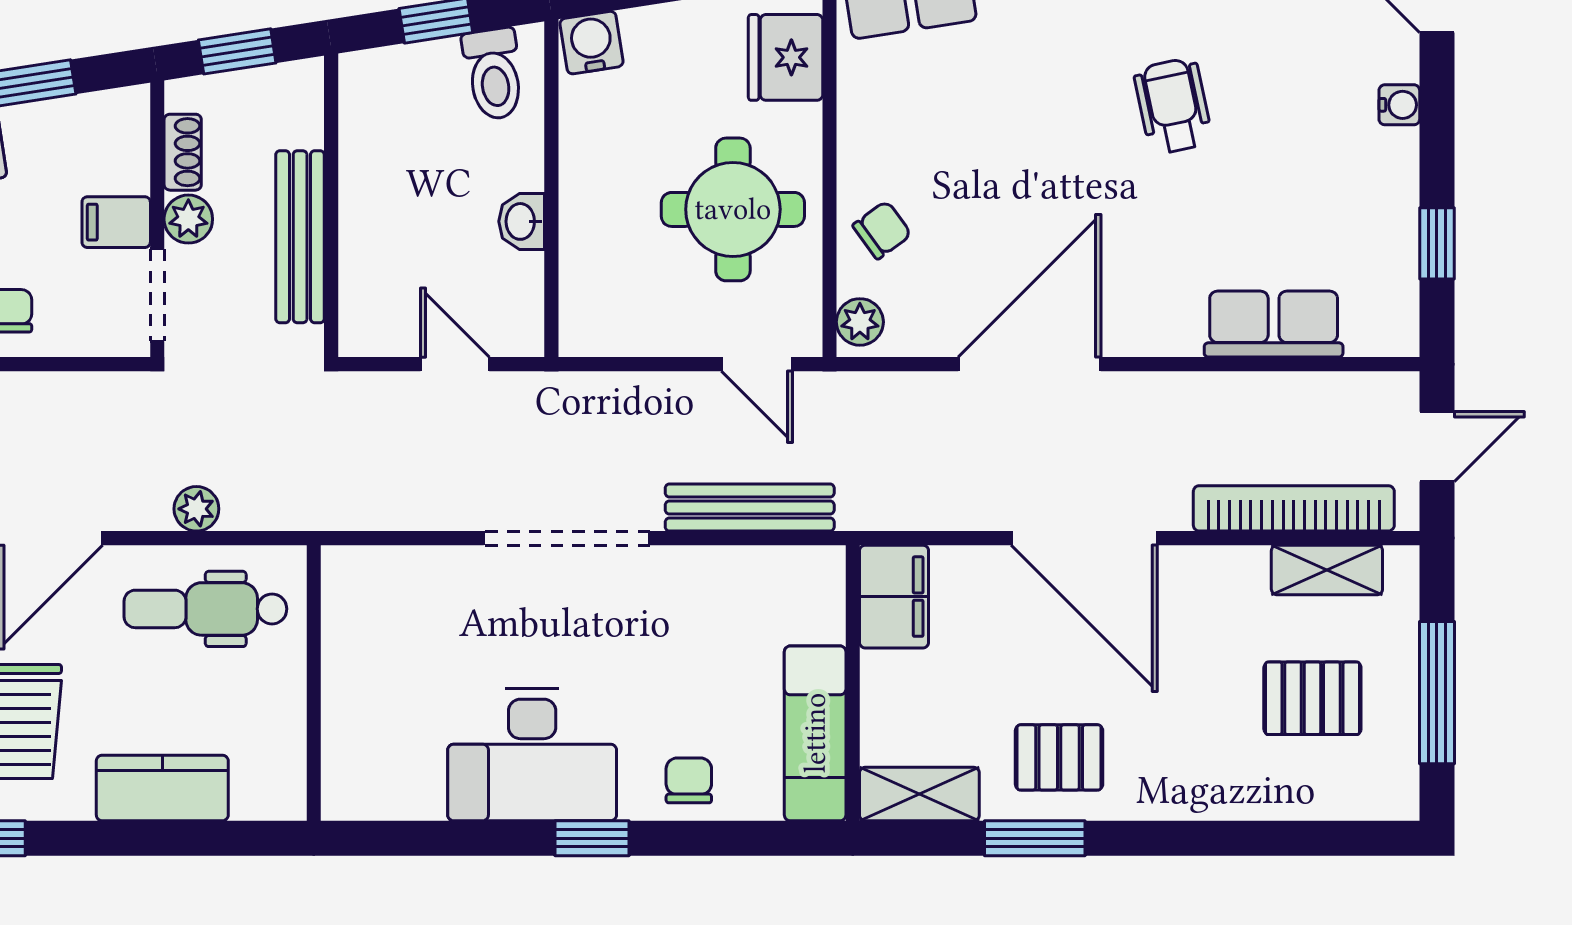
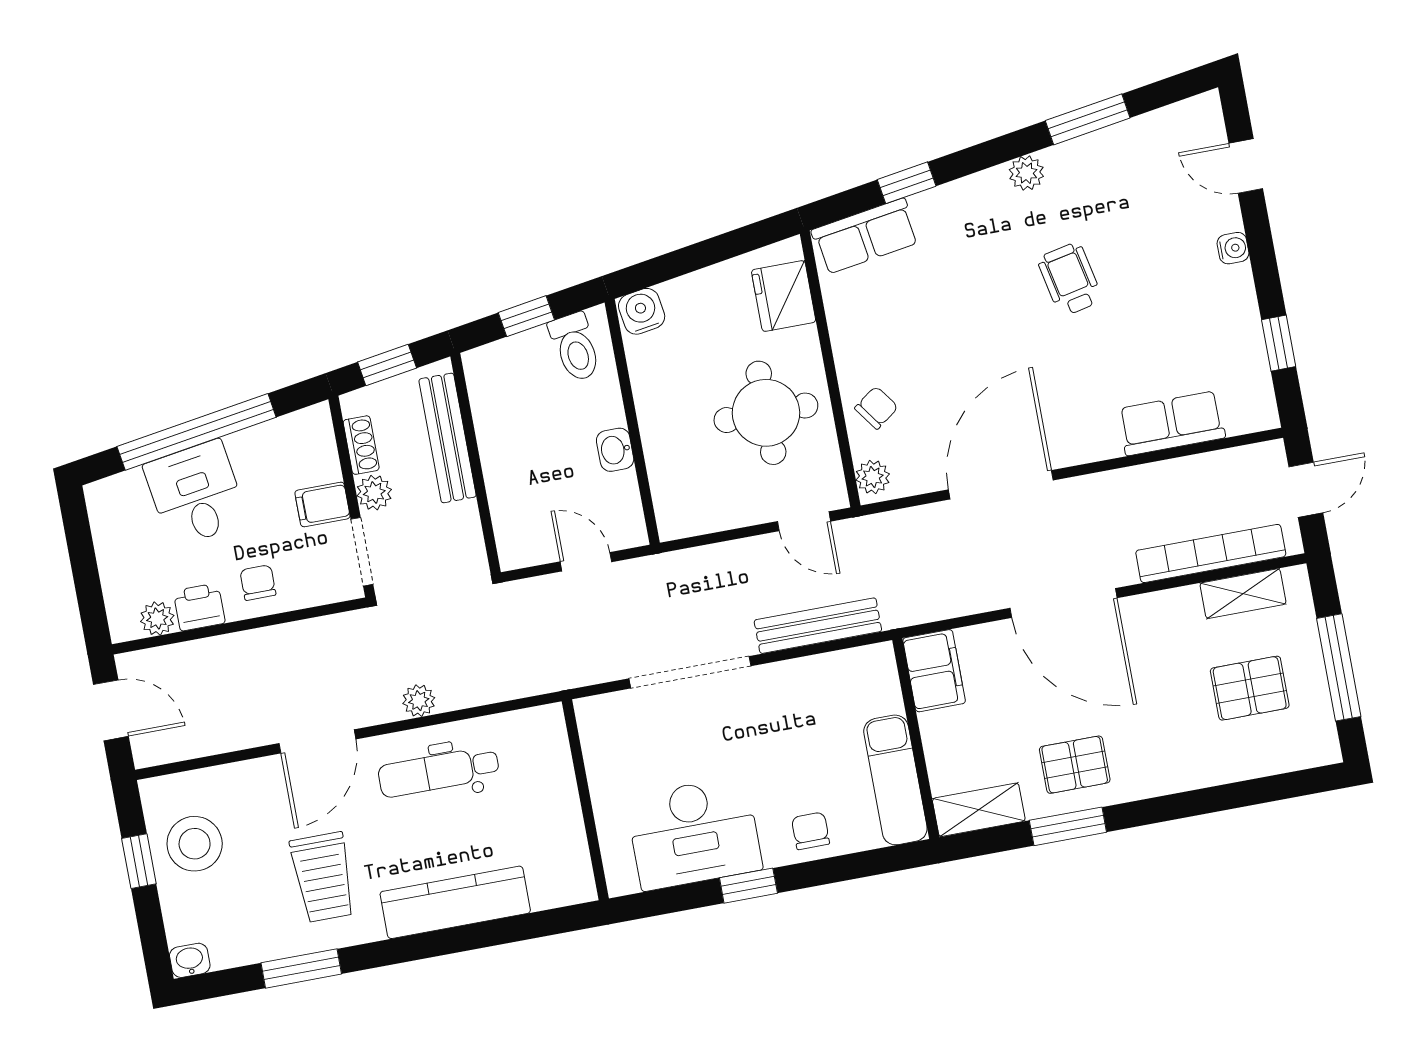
bench: (300, 237) -> (447, 438), moved
wall: (314, 683) -> (585, 800), moved
kitchen counter: (162, 788) -> (455, 902), width x1.50

